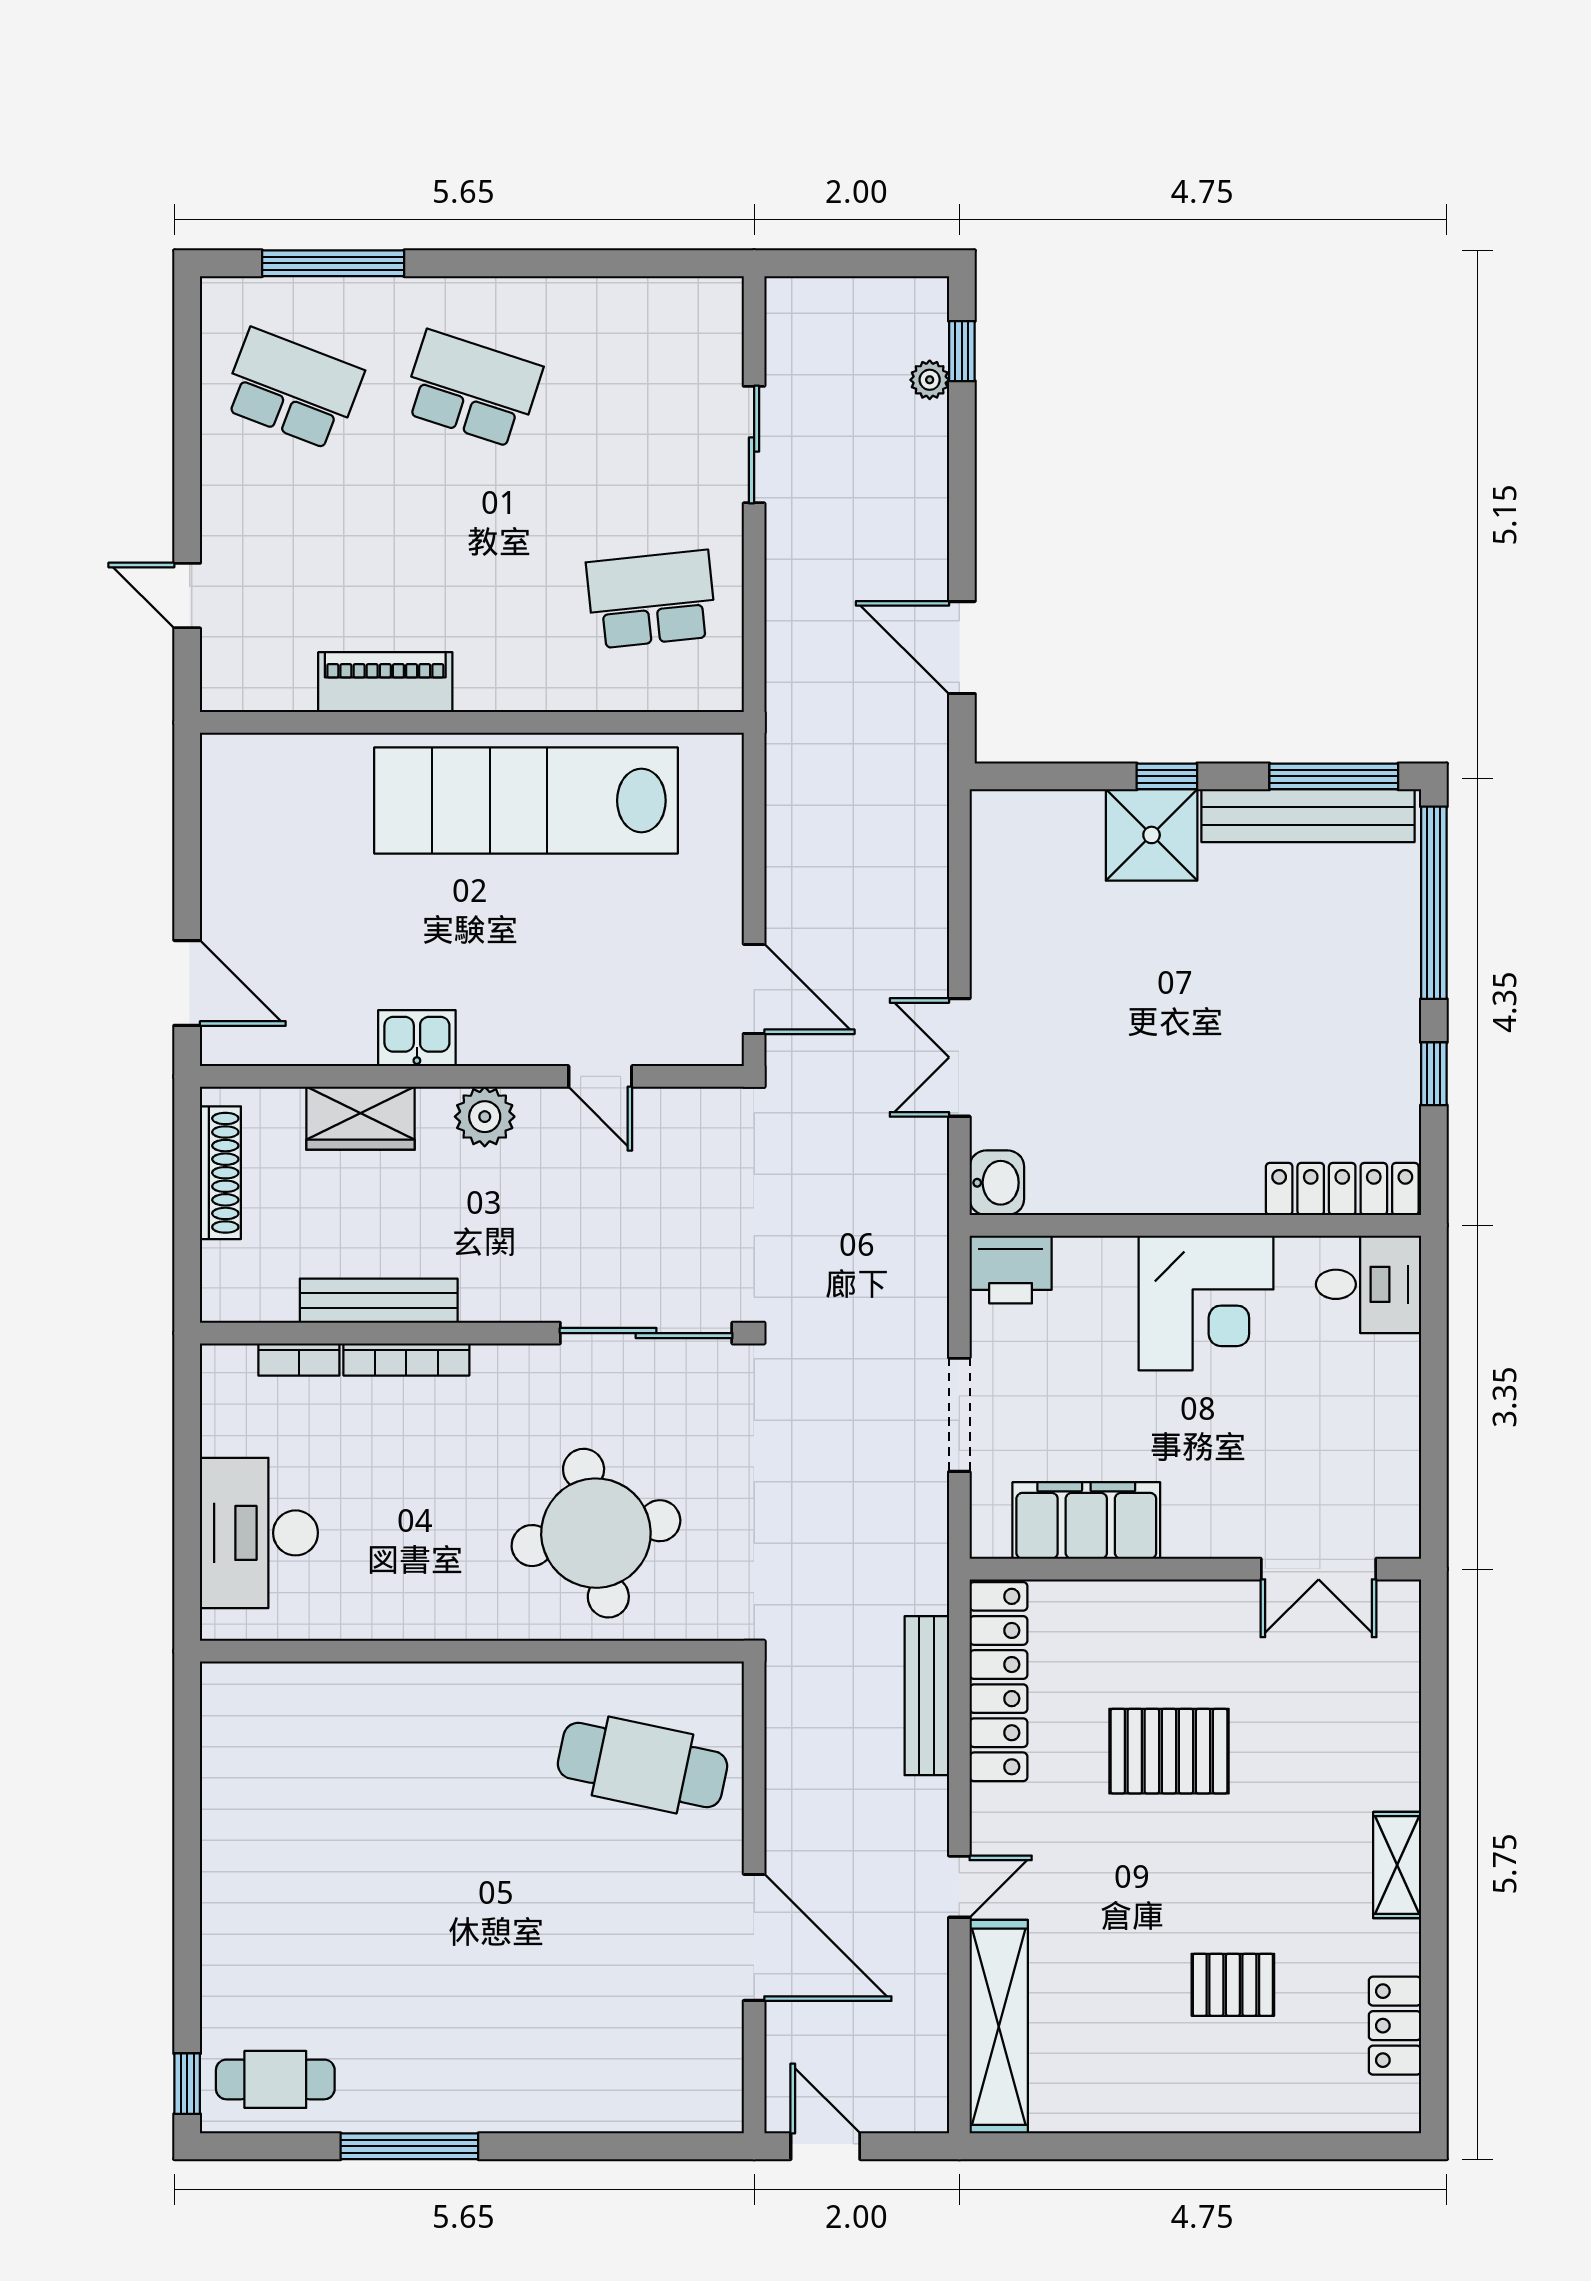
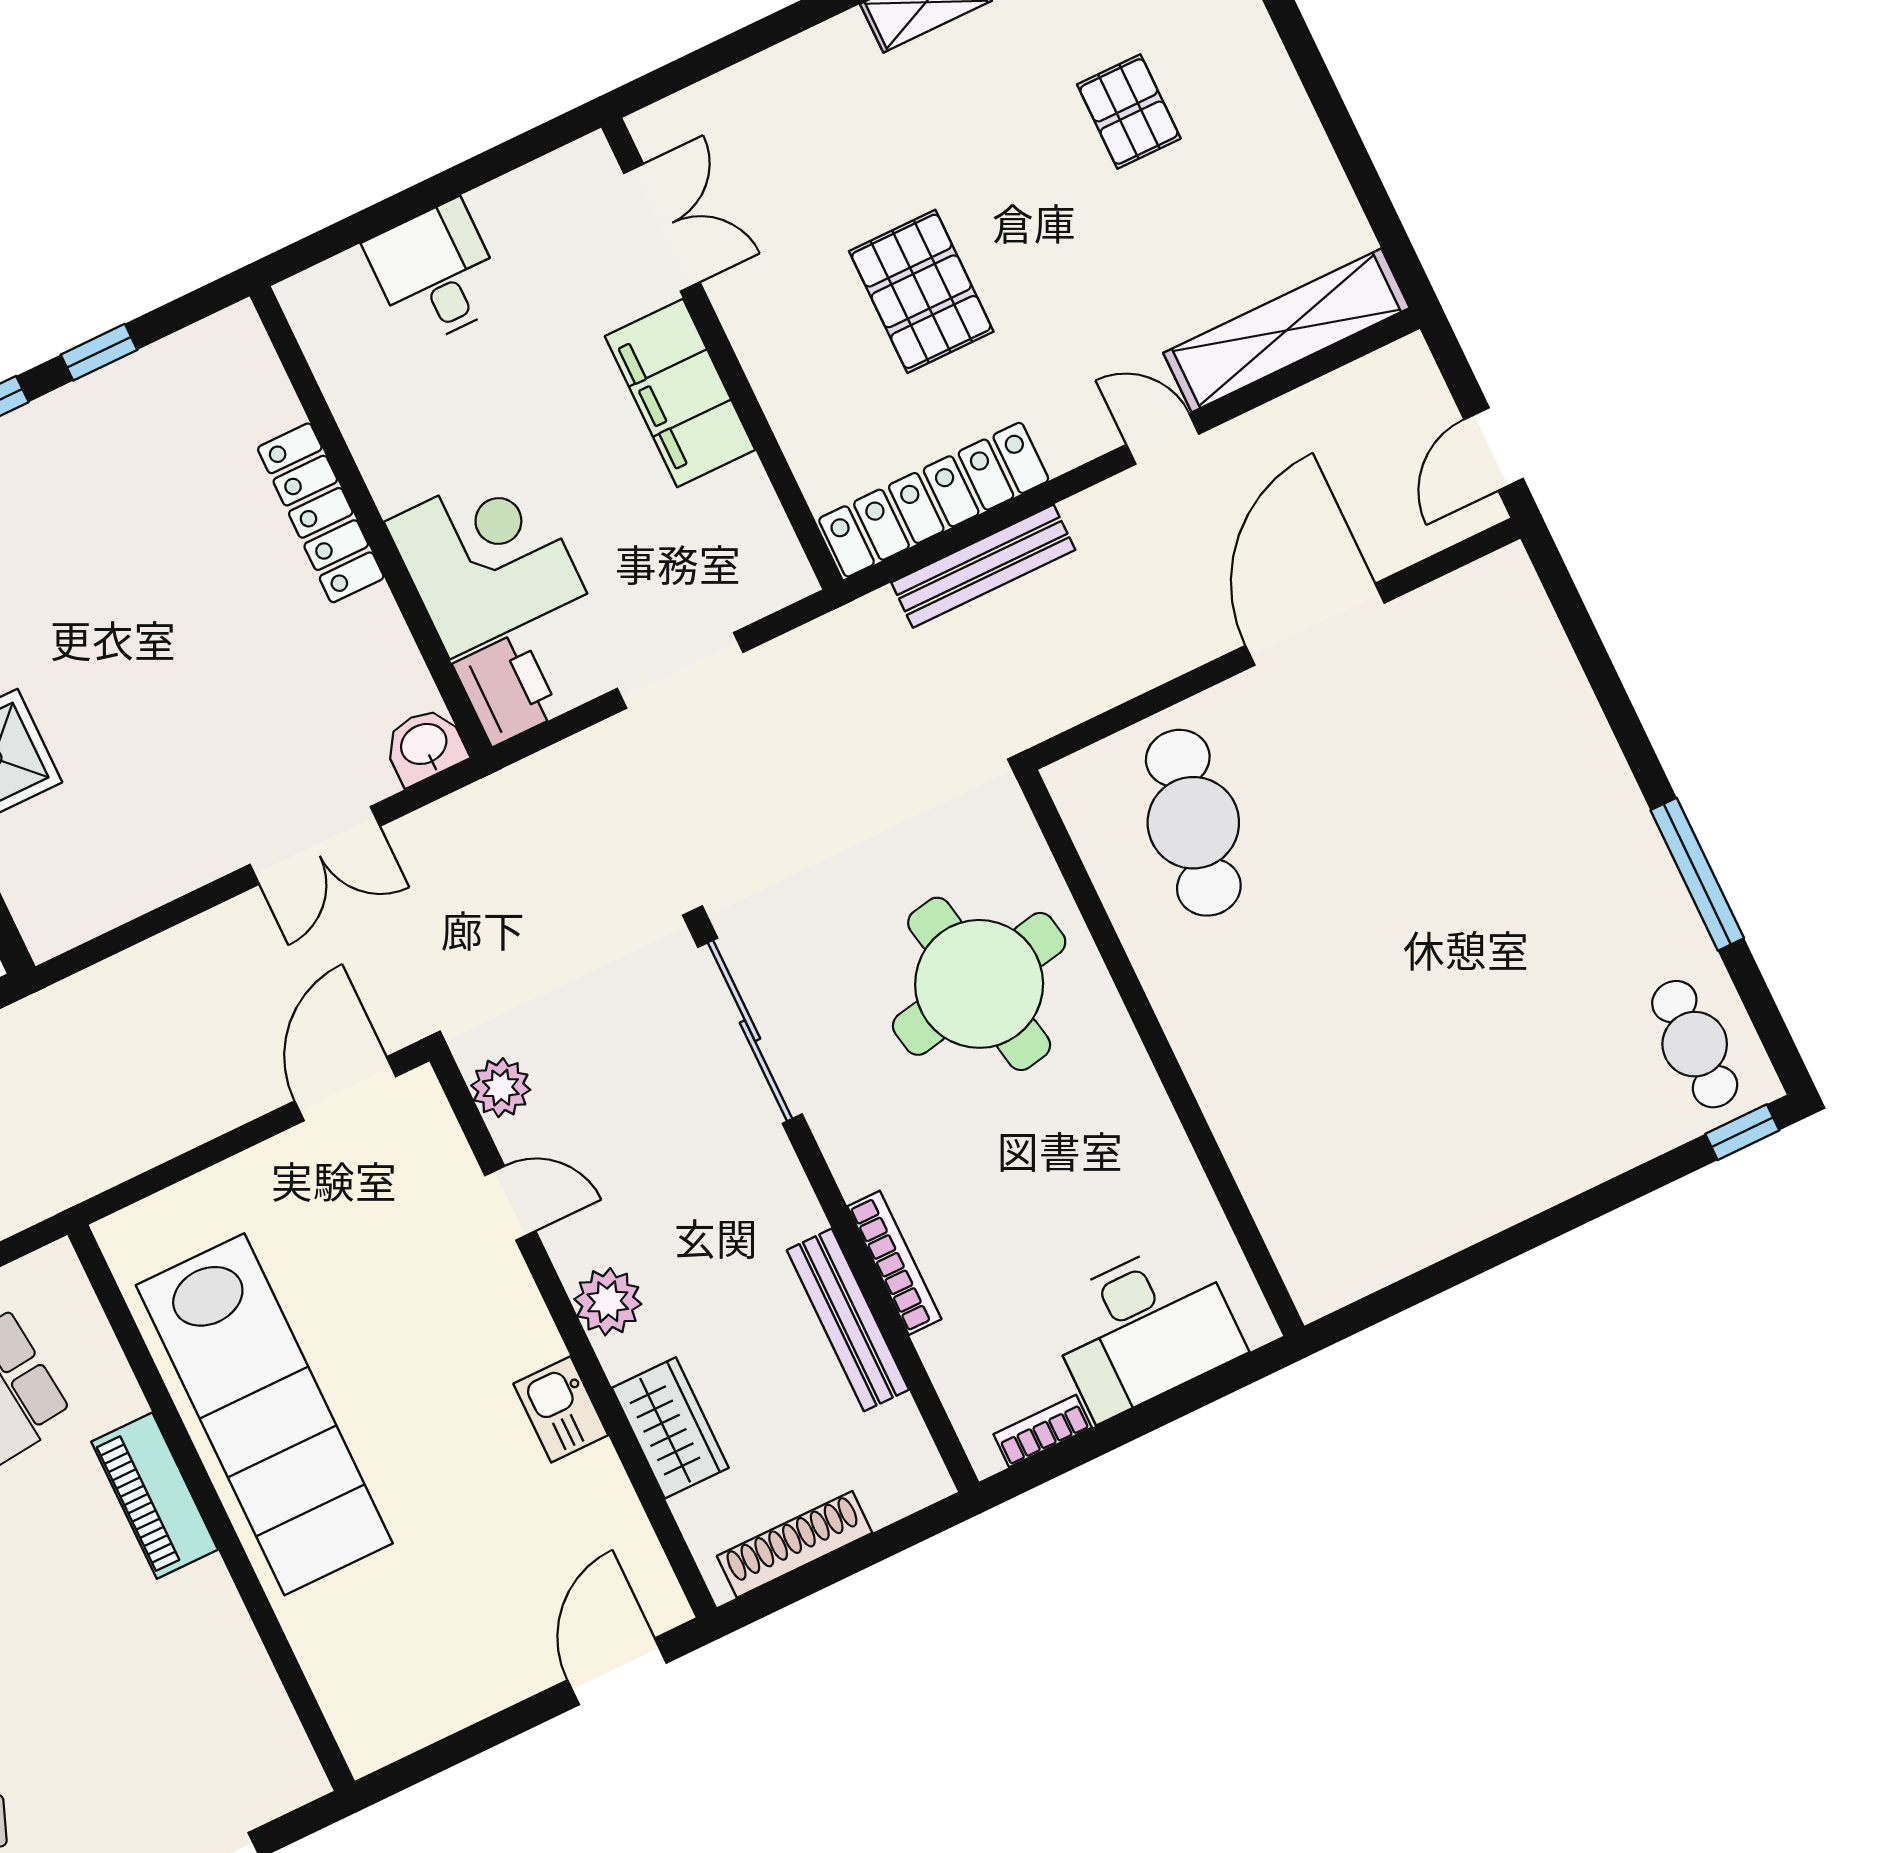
piano: (385, 682) -> (155, 1496), moved
door: (600, 1076) -> (510, 1203), hinge flipped
plant: (696, 1113) -> (501, 1088), added
locker: (1342, 1189) -> (321, 513), moved
desk: (1368, 1284) -> (436, 273), moved
corner desk: (1206, 1303) -> (486, 558), moved
bookcase: (299, 1359) -> (1043, 1431), moved, turned -90
filing cabinet: (1086, 1520) -> (680, 393), moved

